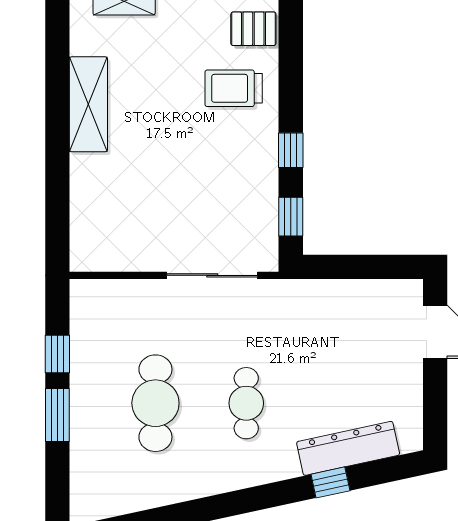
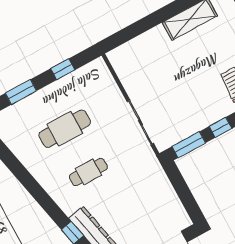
window: (291, 217) -> (189, 145), width x1.50
window: (57, 415) -> (21, 92), moved

